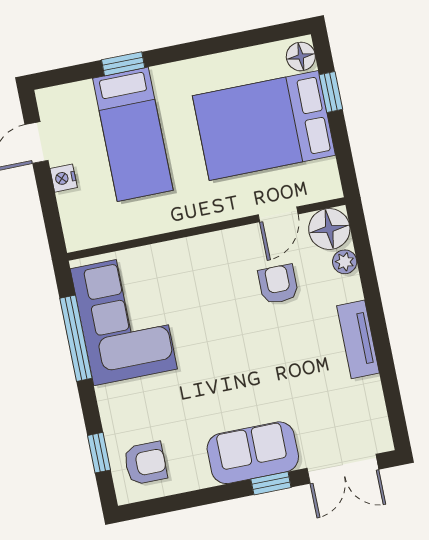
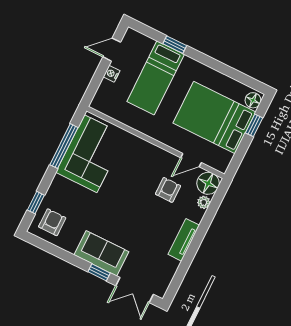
armchair: (145, 463) -> (52, 222), turned -90

